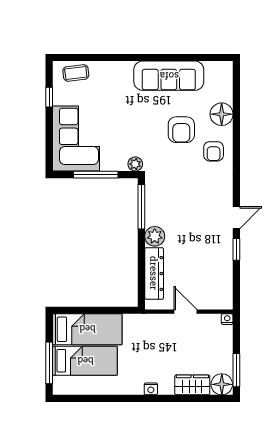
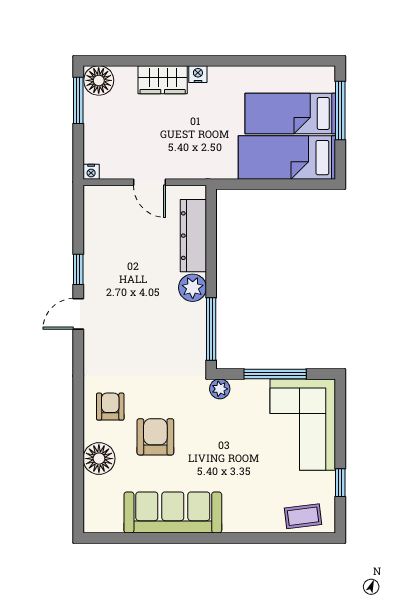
wardrobe: (192, 385) -> (163, 80), moved

